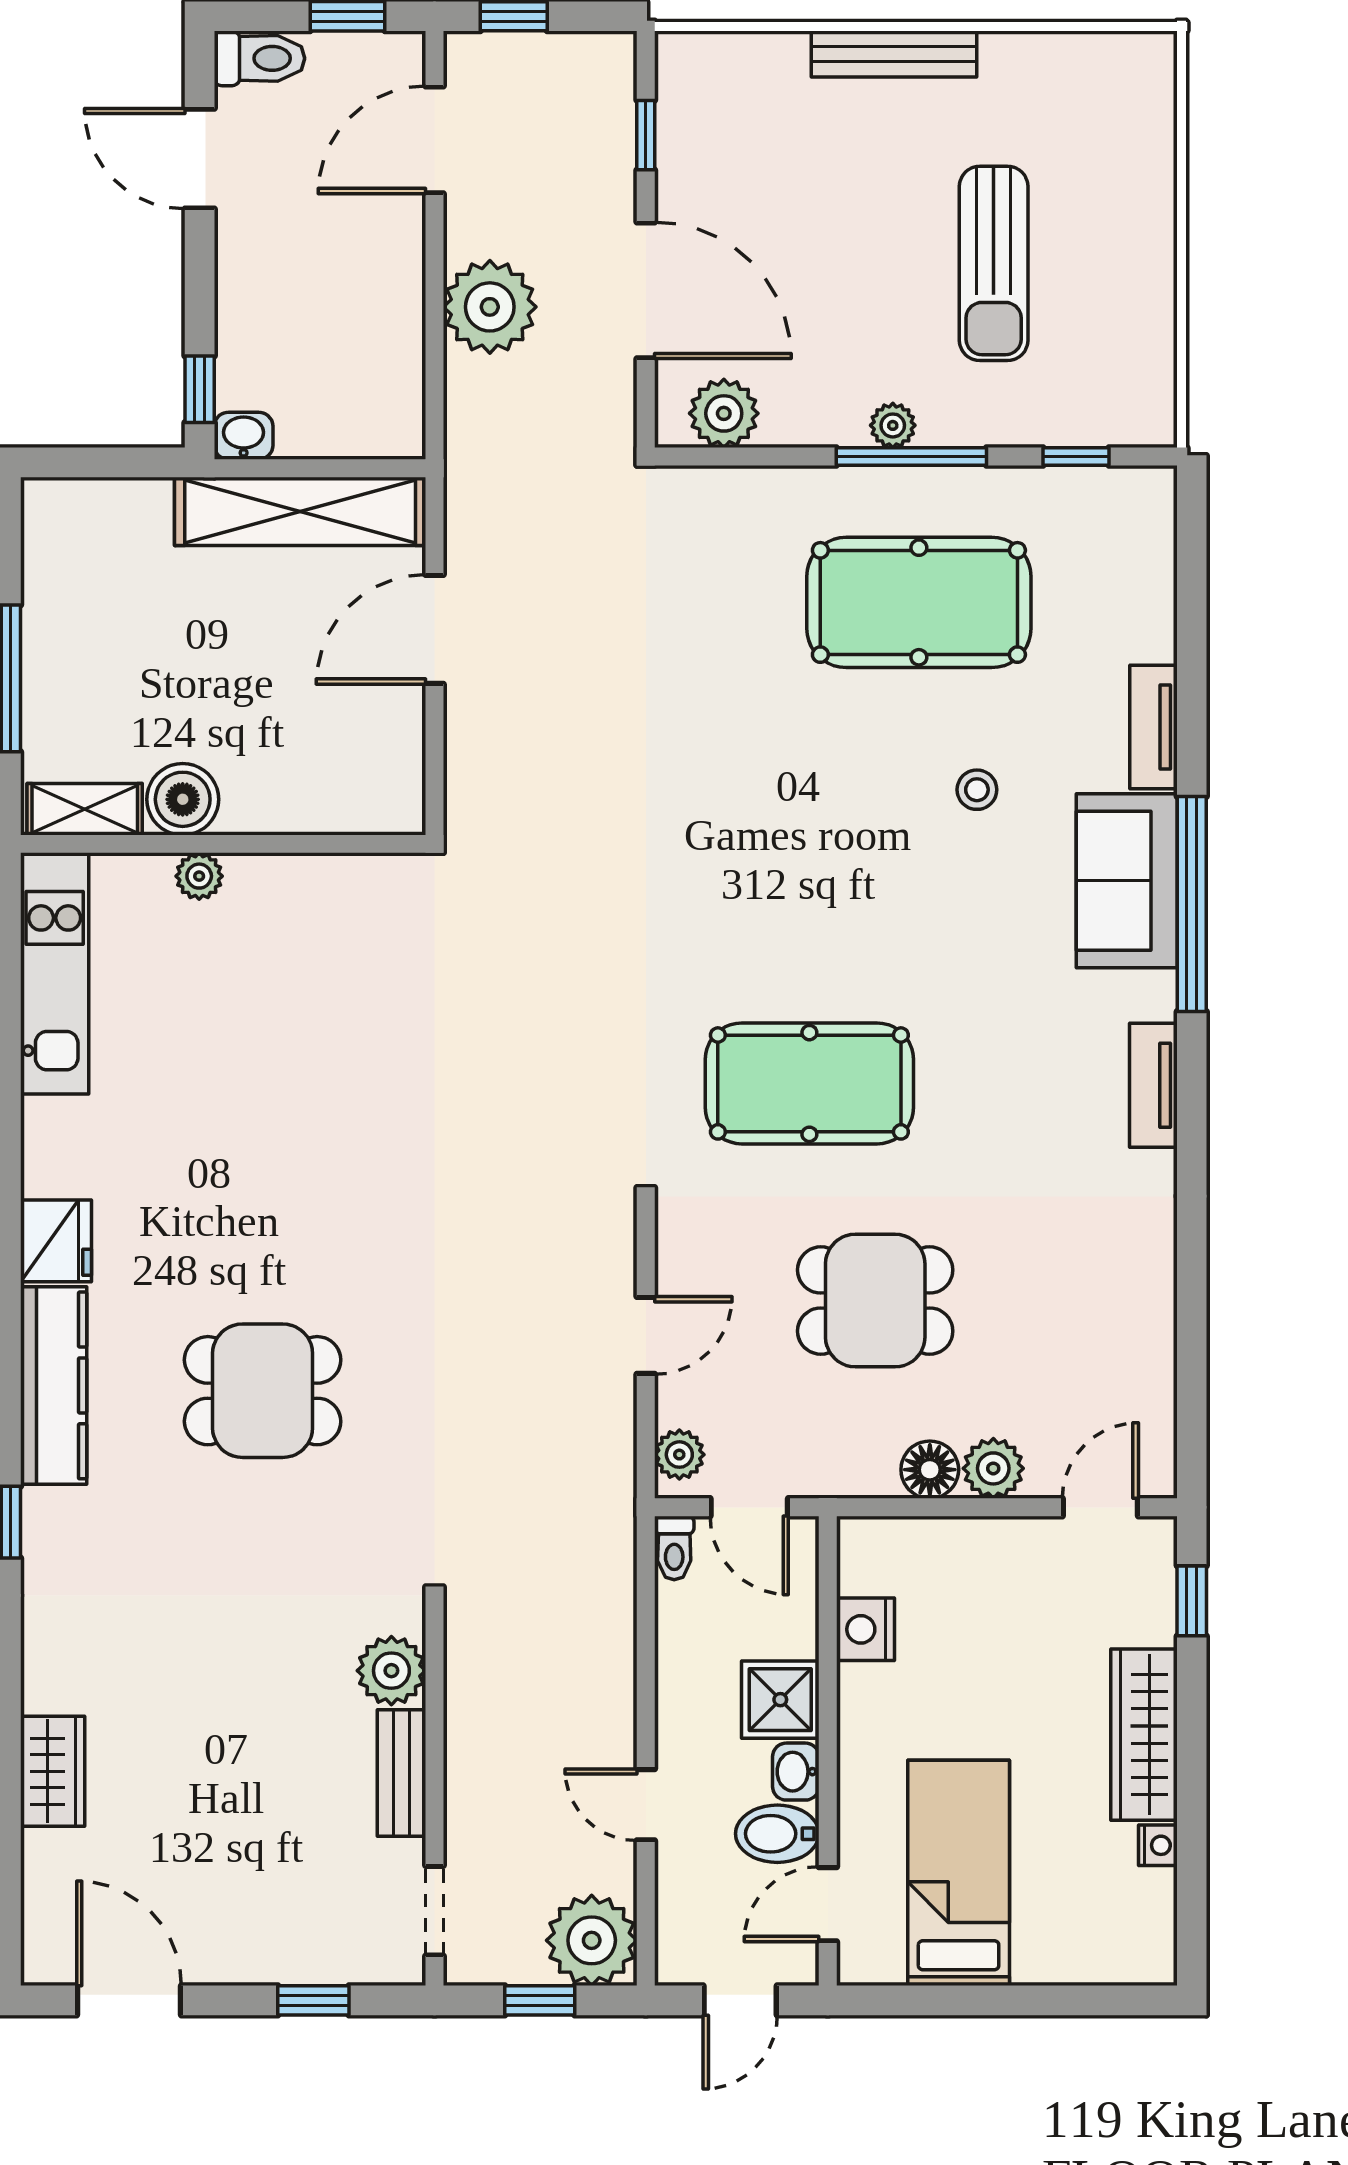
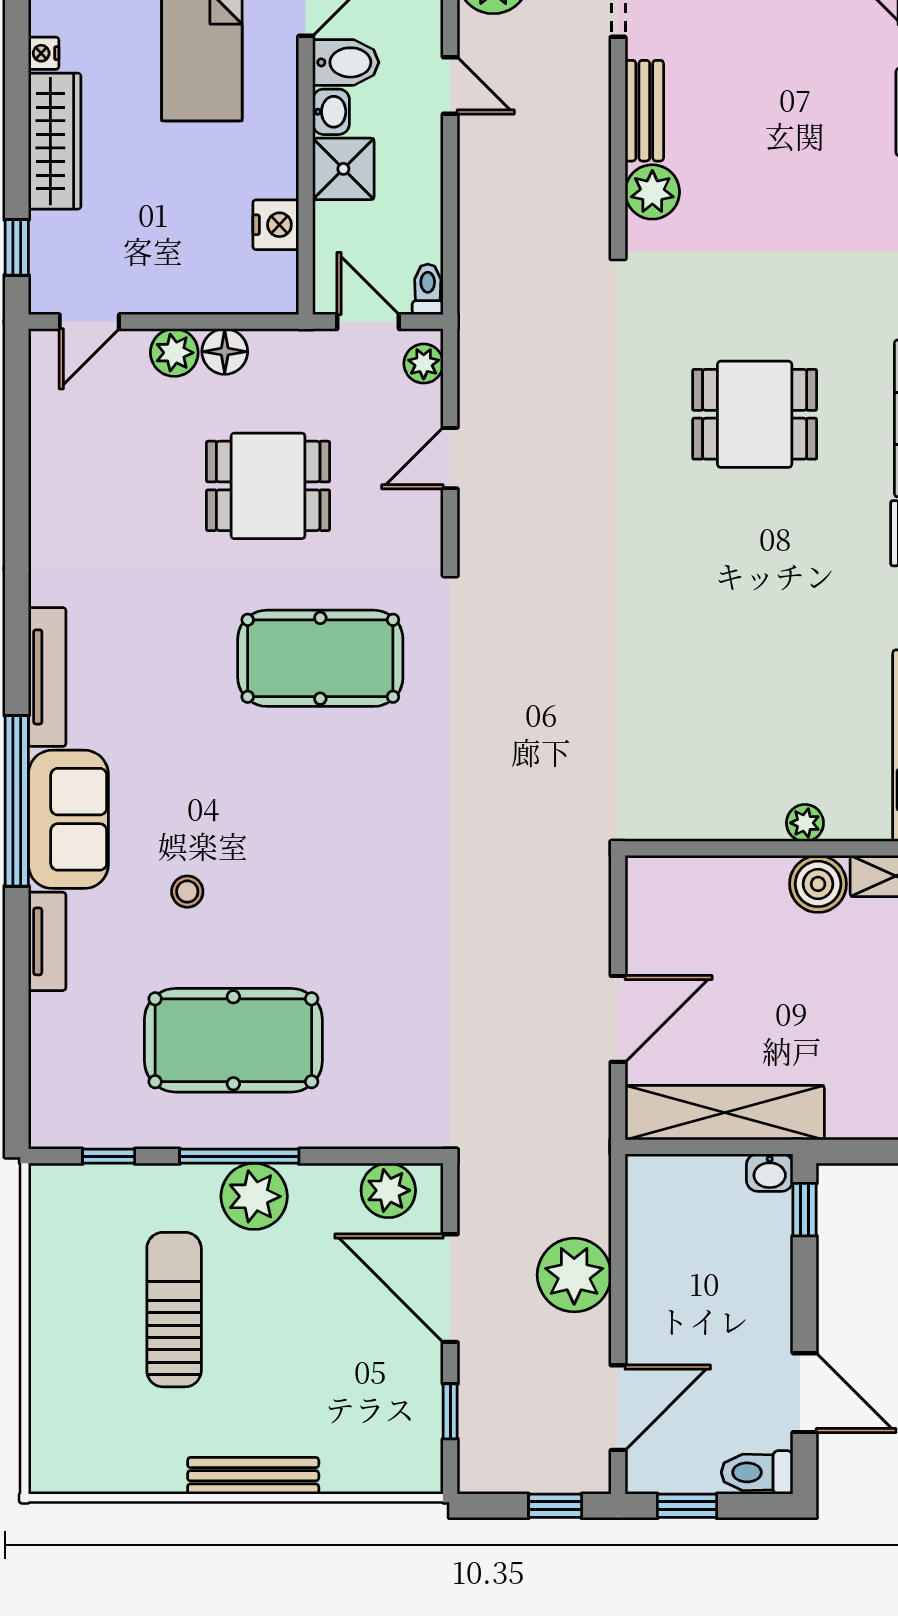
plant: (893, 425) -> (254, 1196), width x1.87, depth x1.87
tv unit: (1153, 1085) -> (47, 677), width x1.41

